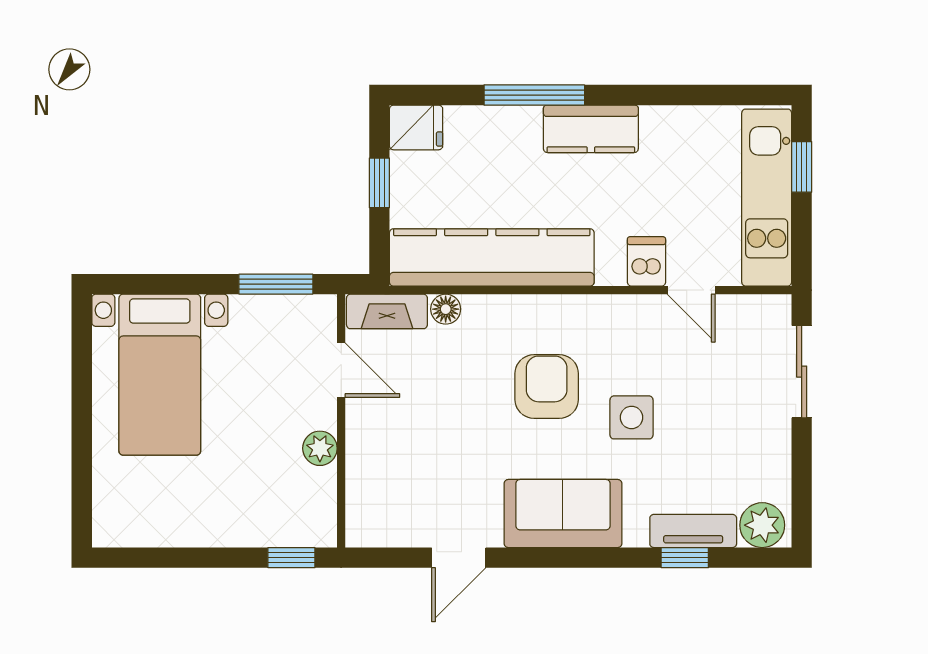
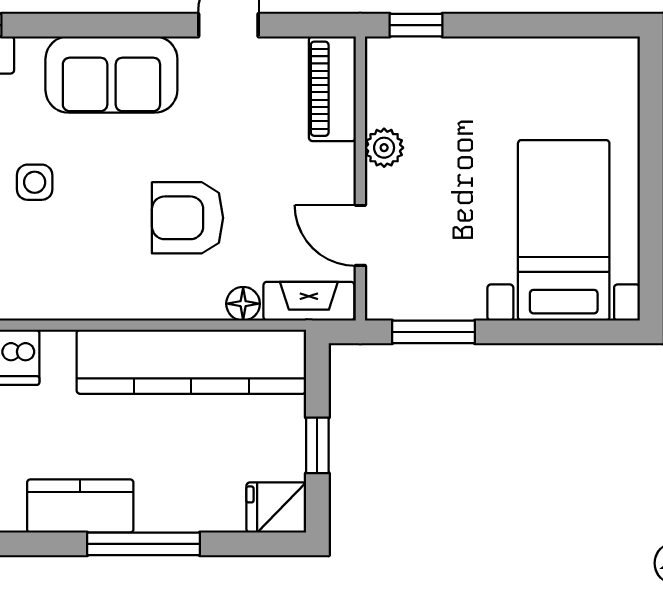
armchair: (547, 387) -> (188, 218), moved, turned 90
side table: (632, 417) -> (35, 182), width x0.73, depth x0.73
piano: (366, 501) -> (332, 89), added

